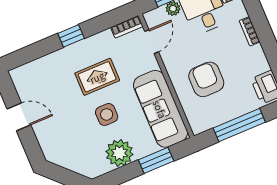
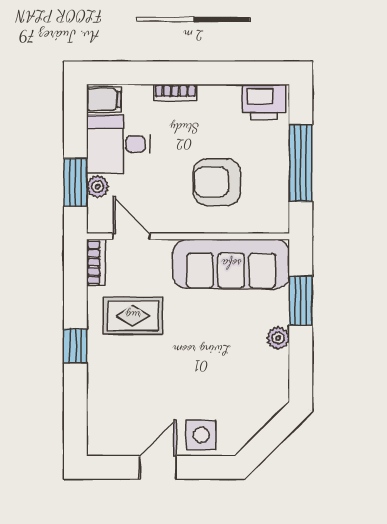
rug: (97, 77) -> (133, 316), moved, turned 90
side table: (107, 114) -> (201, 435), moved
plant: (119, 153) -> (278, 338), width x0.53, depth x0.53

